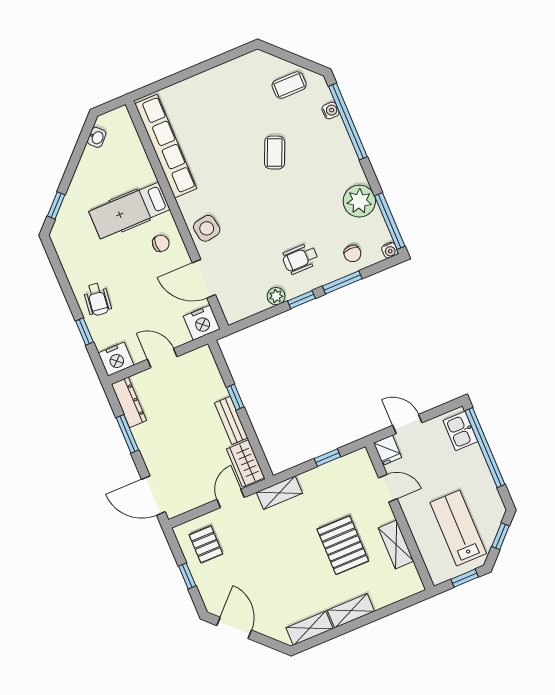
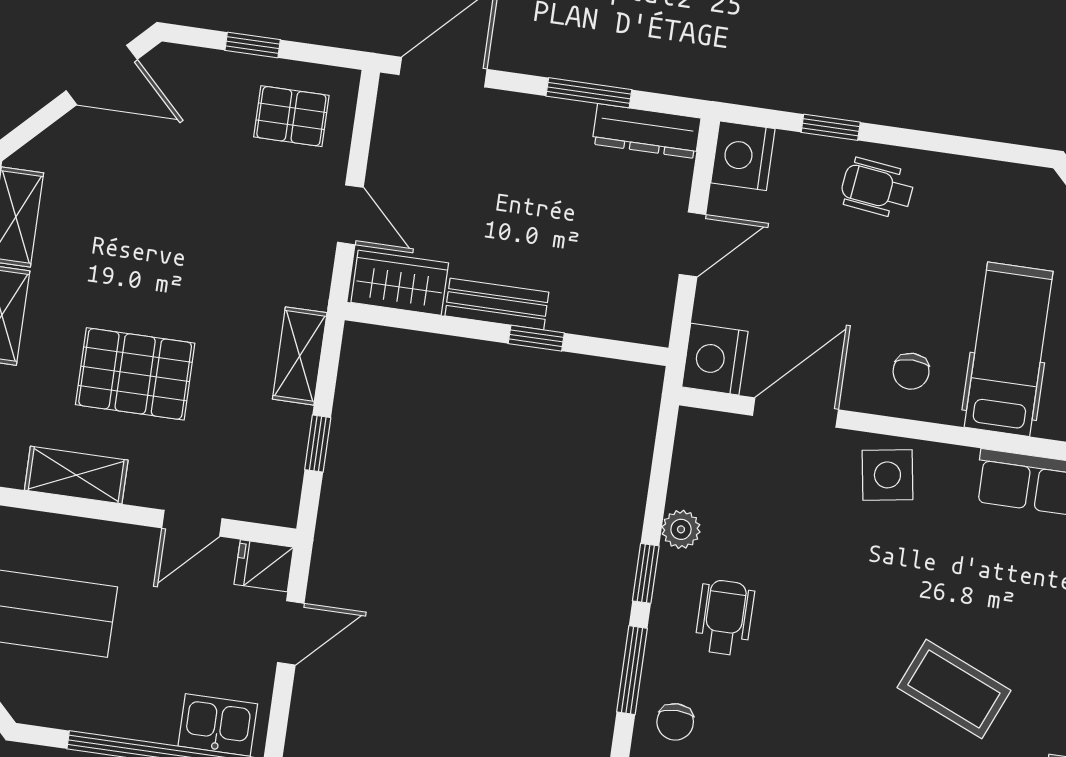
coffee table: (275, 153) -> (954, 689), width x1.36, depth x1.30
chair: (352, 253) -> (675, 722), turned -90
shelving: (279, 493) -> (300, 356), moved

